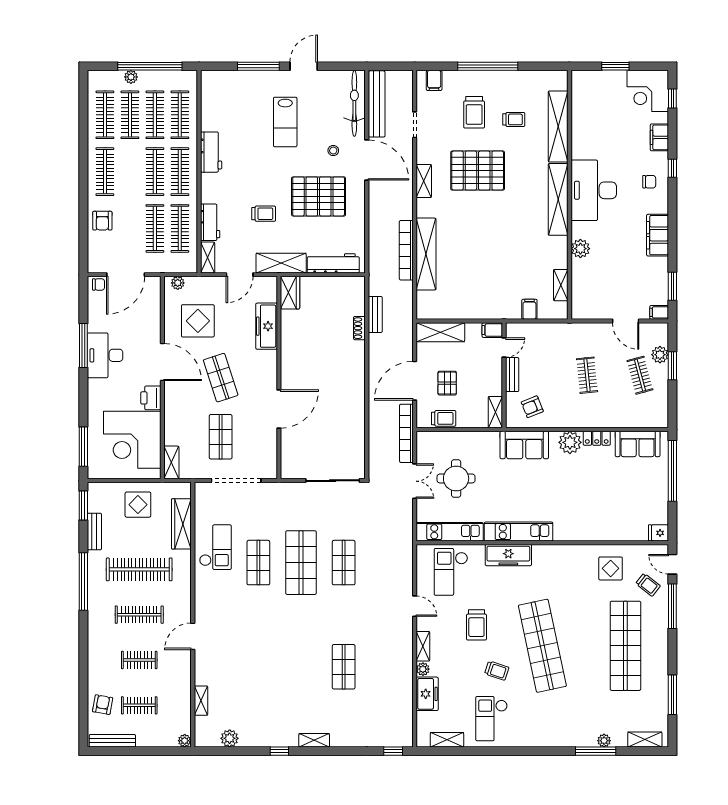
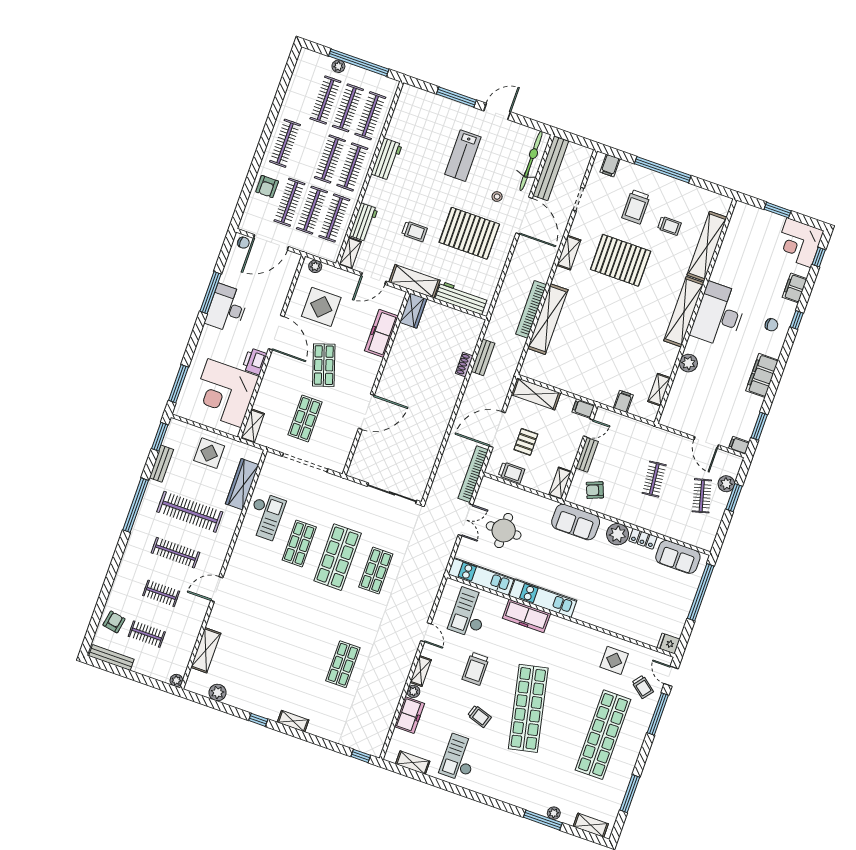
clothes rail: (105, 115) -> (289, 202), moved
shelving: (201, 701) -> (206, 650), width x1.50, depth x1.33

